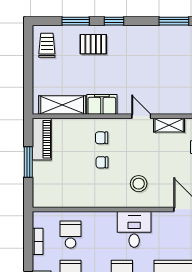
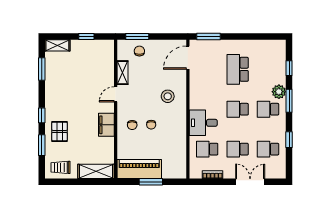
shelving: (62, 105) -> (96, 171), moved, turned 90
piano: (42, 139) -> (139, 169), width x1.37, depth x1.33
desk: (134, 229) -> (203, 123), moved

